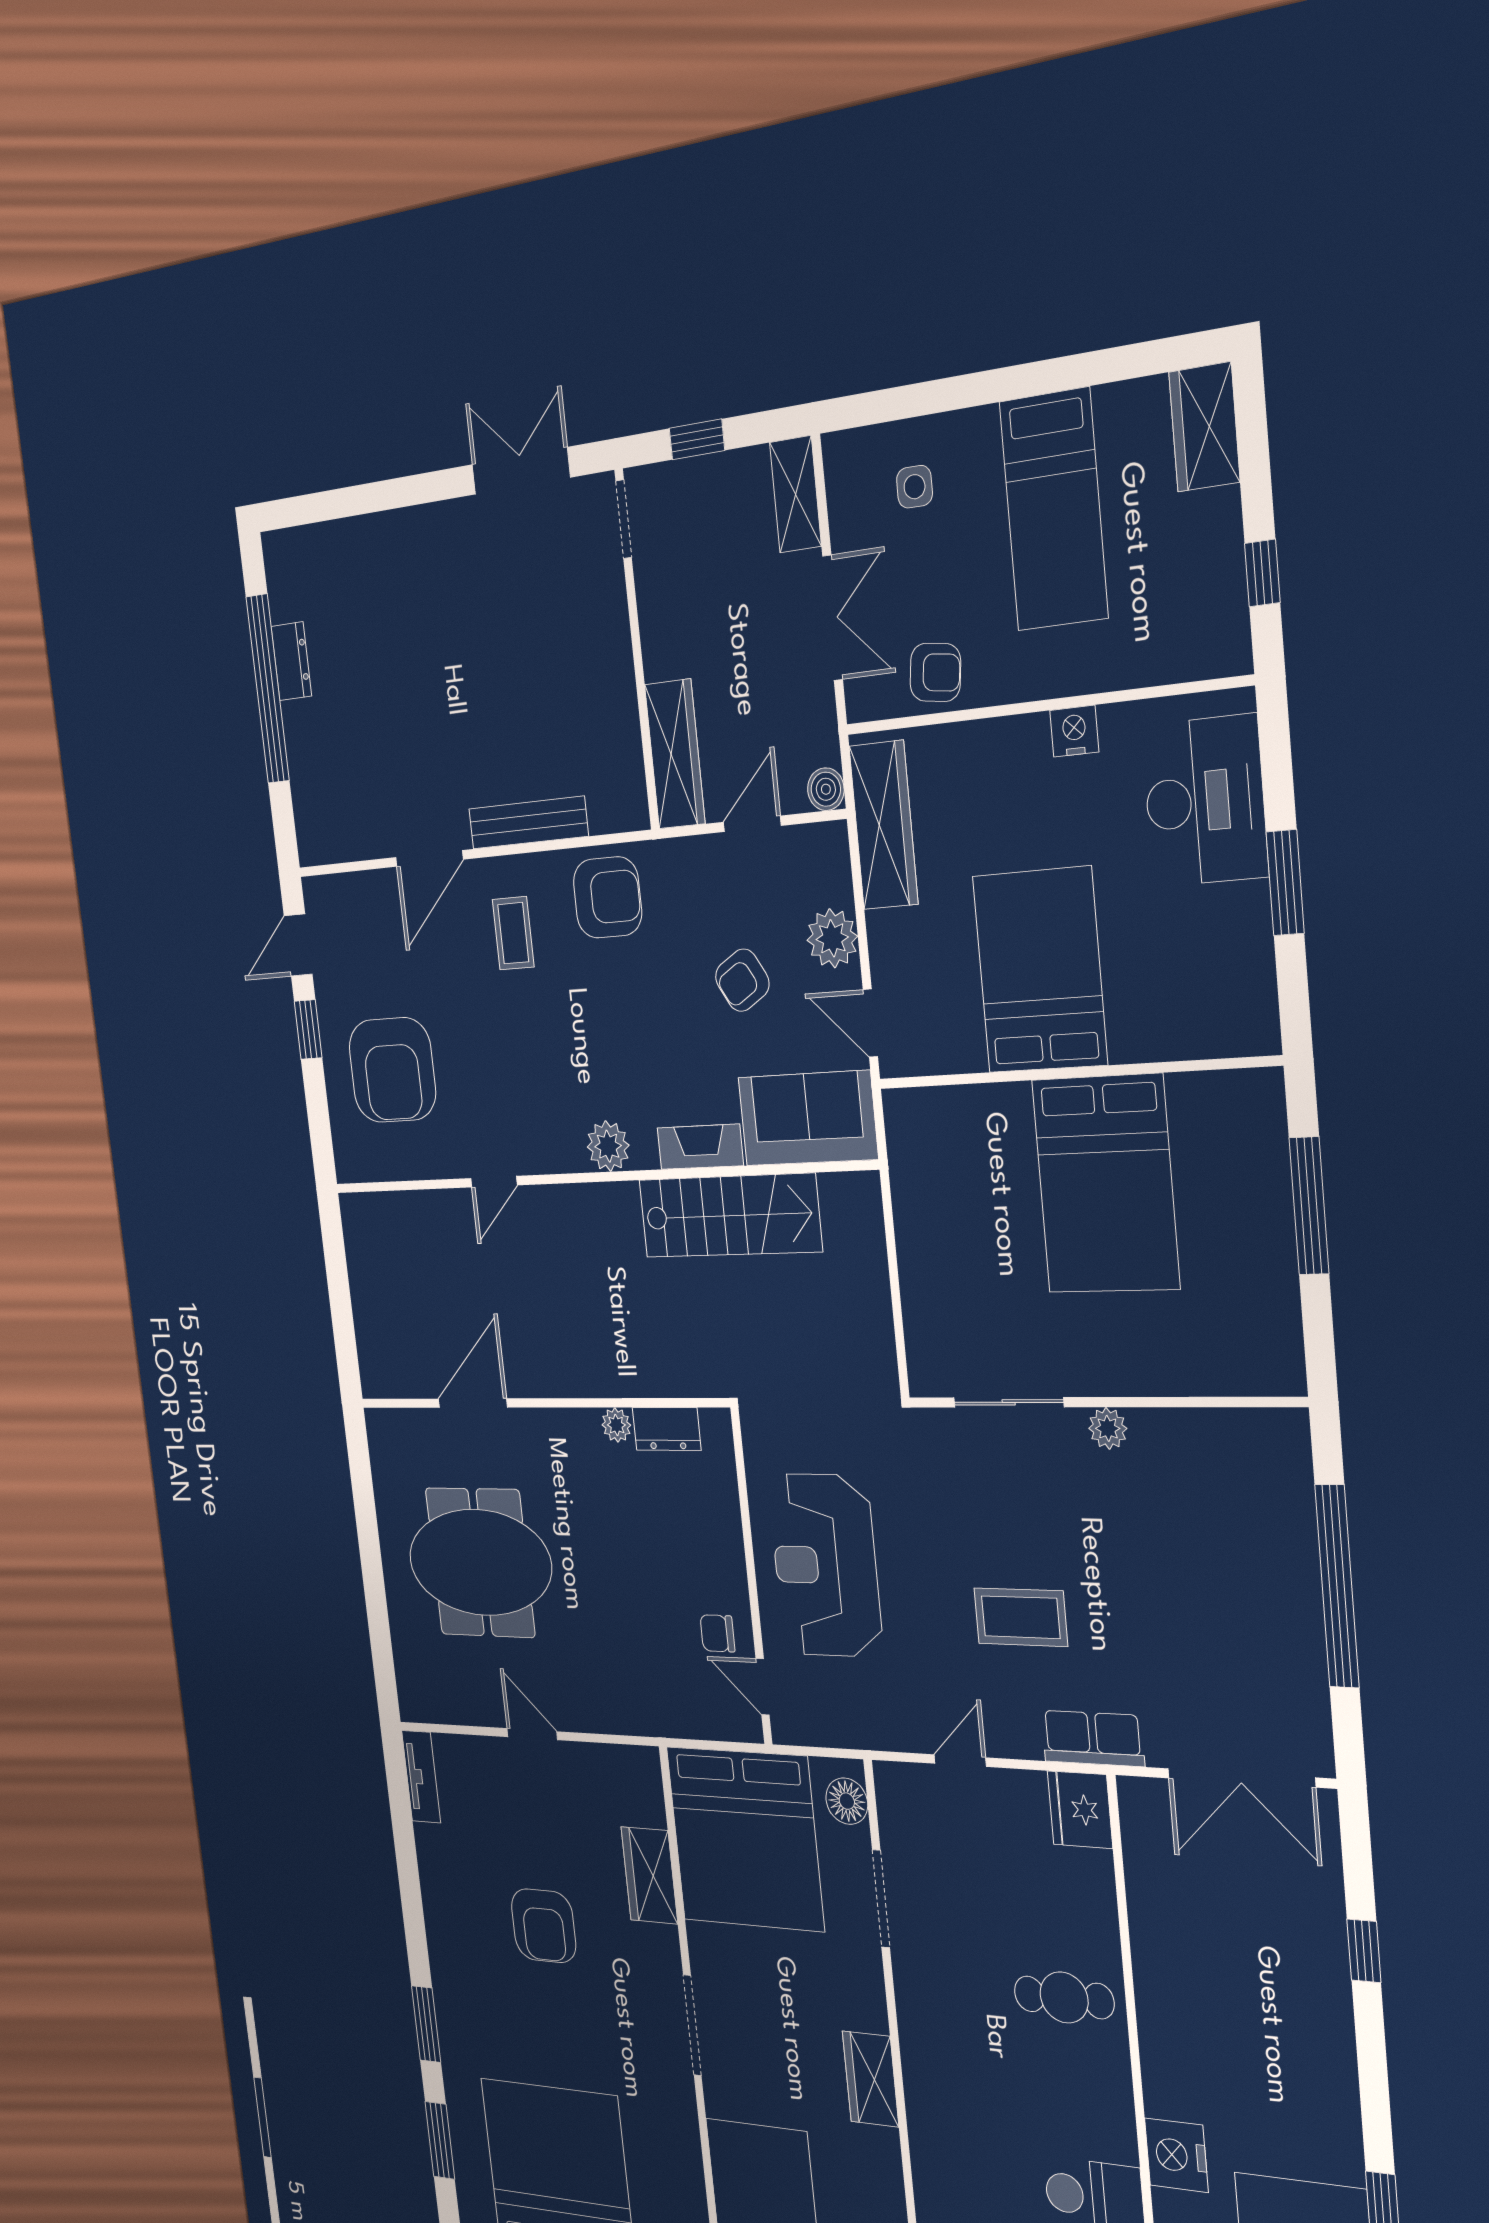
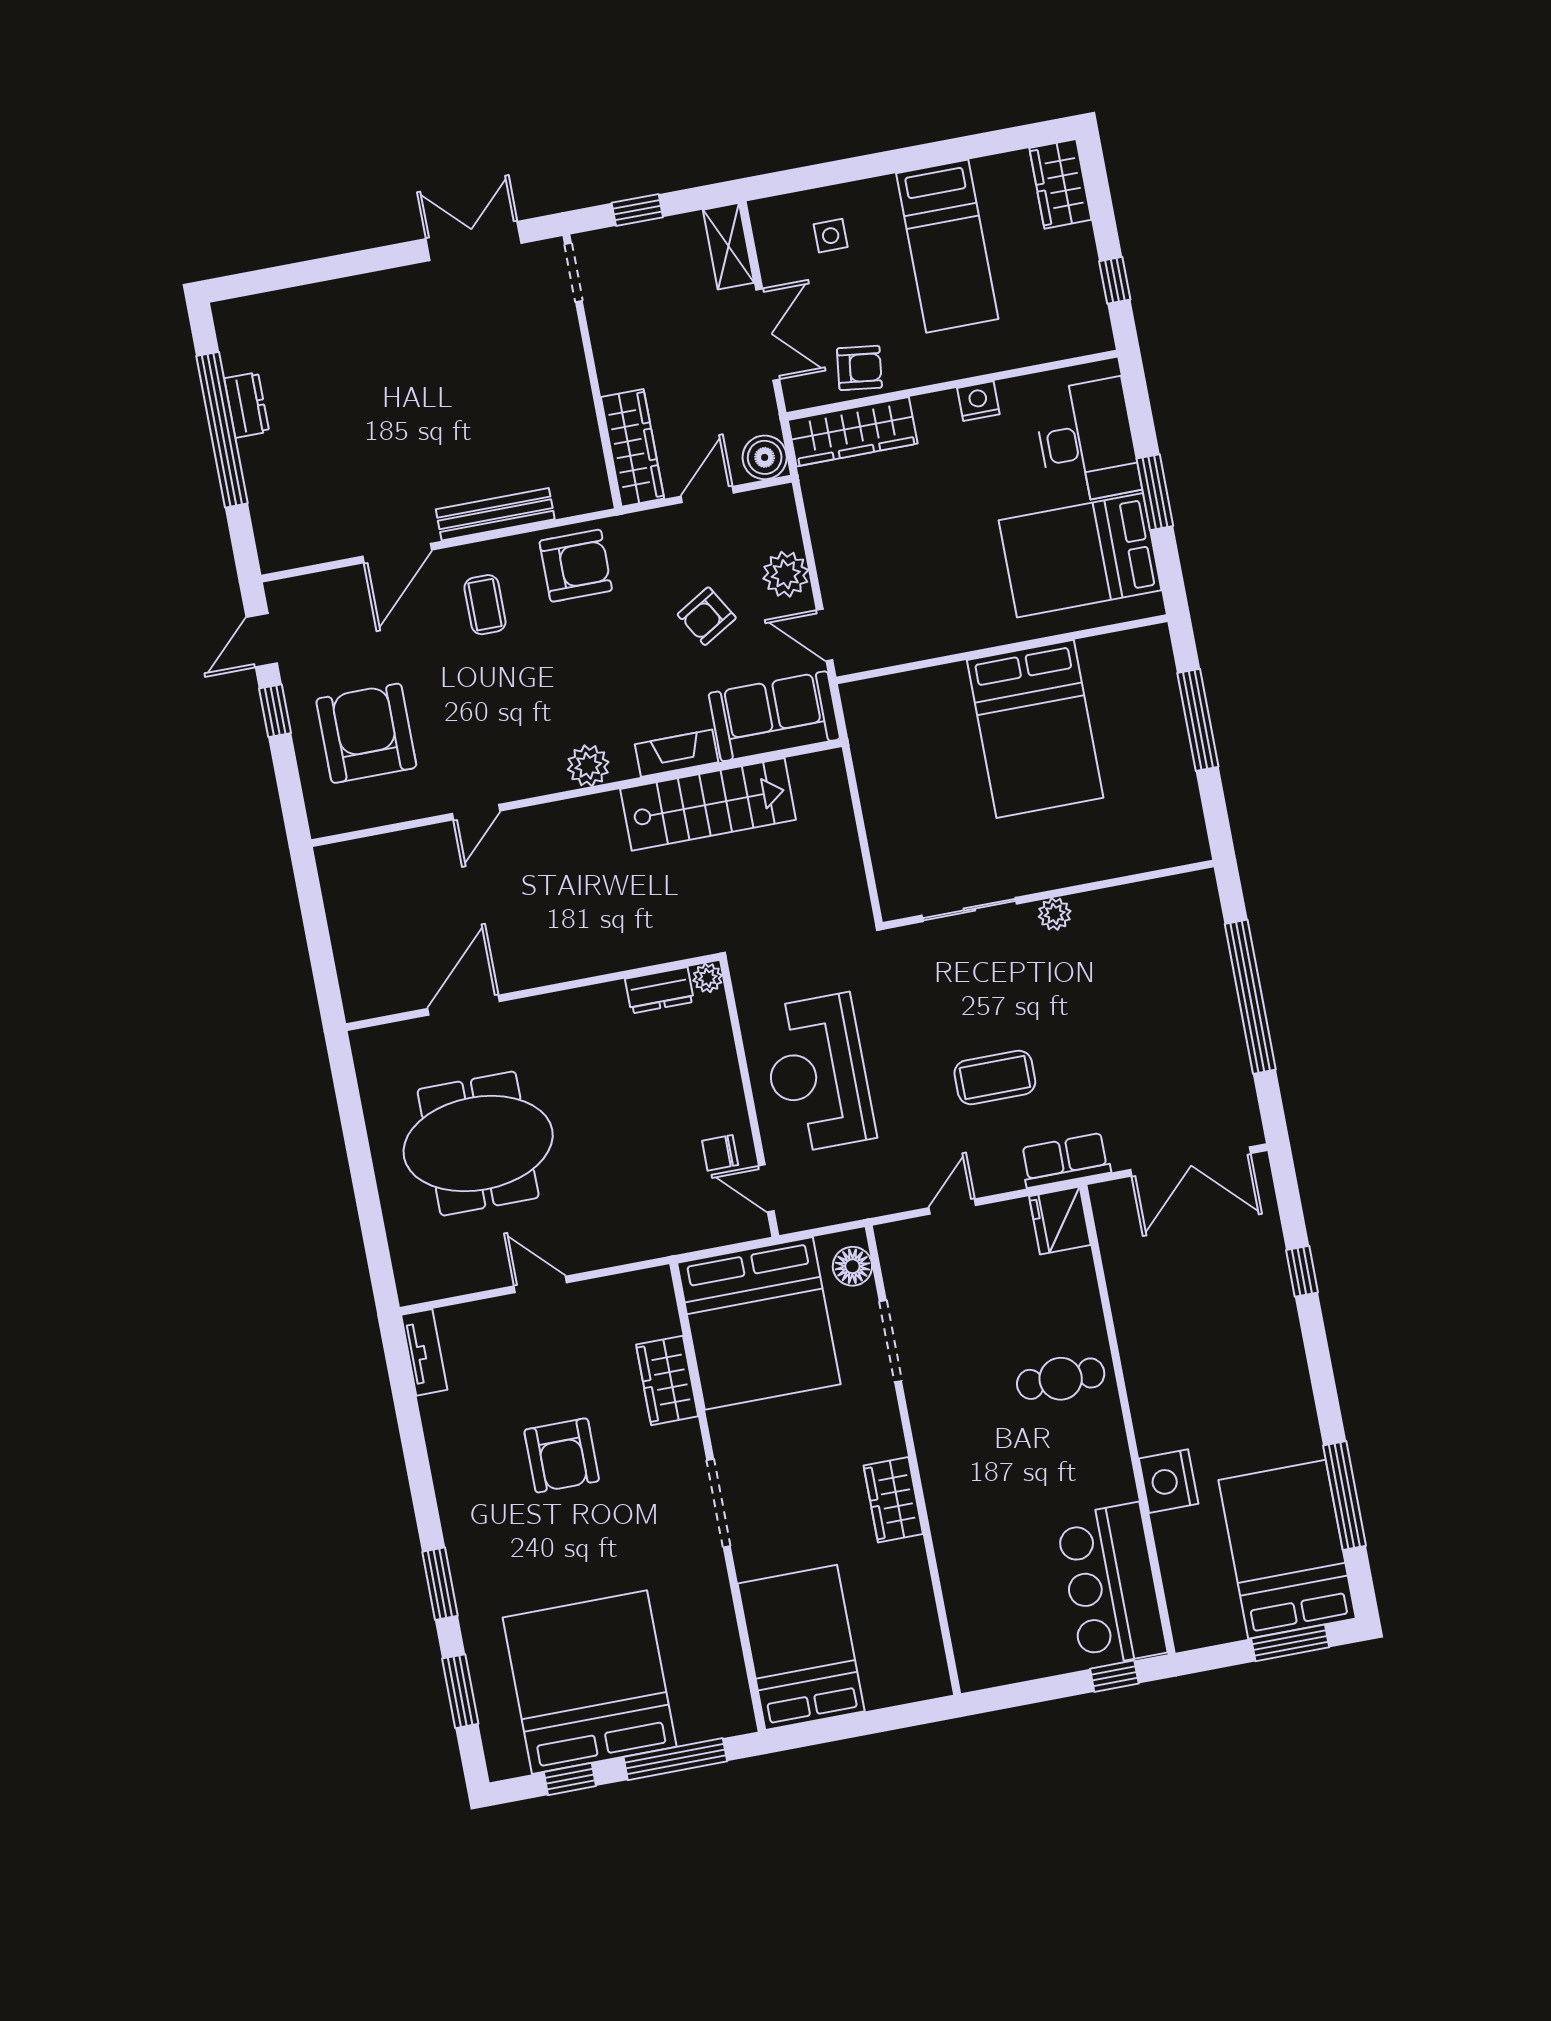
boiler: (826, 789) -> (765, 457), width x1.36, depth x1.36
wardrobe: (884, 825) -> (853, 432), moved, turned 90
bed: (1040, 970) -> (1080, 555), moved, turned -90
armchair: (392, 1070) -> (366, 733), turned 180
plant: (616, 1425) -> (708, 978), moved

